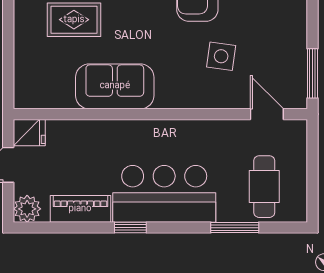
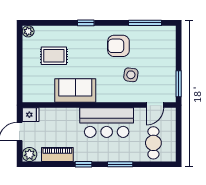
door: (267, 114) -> (155, 105), swing flipped
bar counter: (164, 194) -> (107, 123), moved, turned 180
window: (235, 228) -> (120, 164), moved

